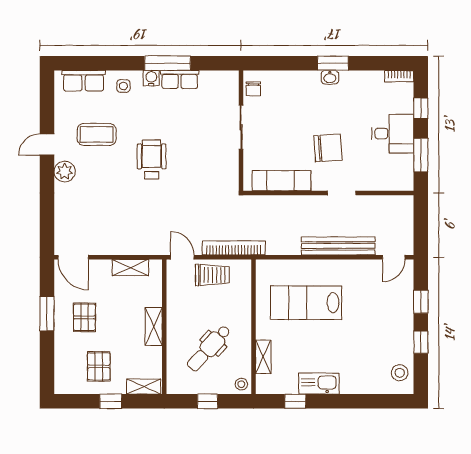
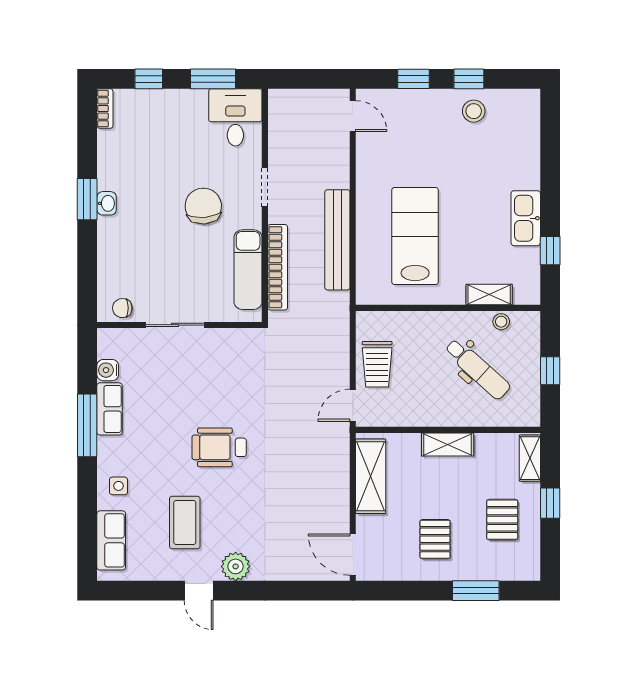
water cooler: (151, 78) -> (108, 370), moved
chair: (253, 89) -> (122, 308), turned 180
desk: (393, 134) -> (235, 117), moved
bench: (338, 246) -> (337, 240), moved
bookcase: (234, 248) -> (278, 267), moved, turned 180
door: (73, 257) -> (353, 555), swing flipped
shelving: (130, 268) -> (371, 476), width x1.50, depth x1.33
trolley: (212, 275) -> (377, 364), turned 180
lab bench: (306, 303) -> (415, 236), turned 180
window: (47, 314) -> (476, 591), moved
pallet: (84, 317) -> (435, 539), turned 90
pallet: (99, 366) -> (502, 520), turned 90
stool: (400, 373) -> (474, 111), moved
stool: (241, 384) -> (501, 322), moved

